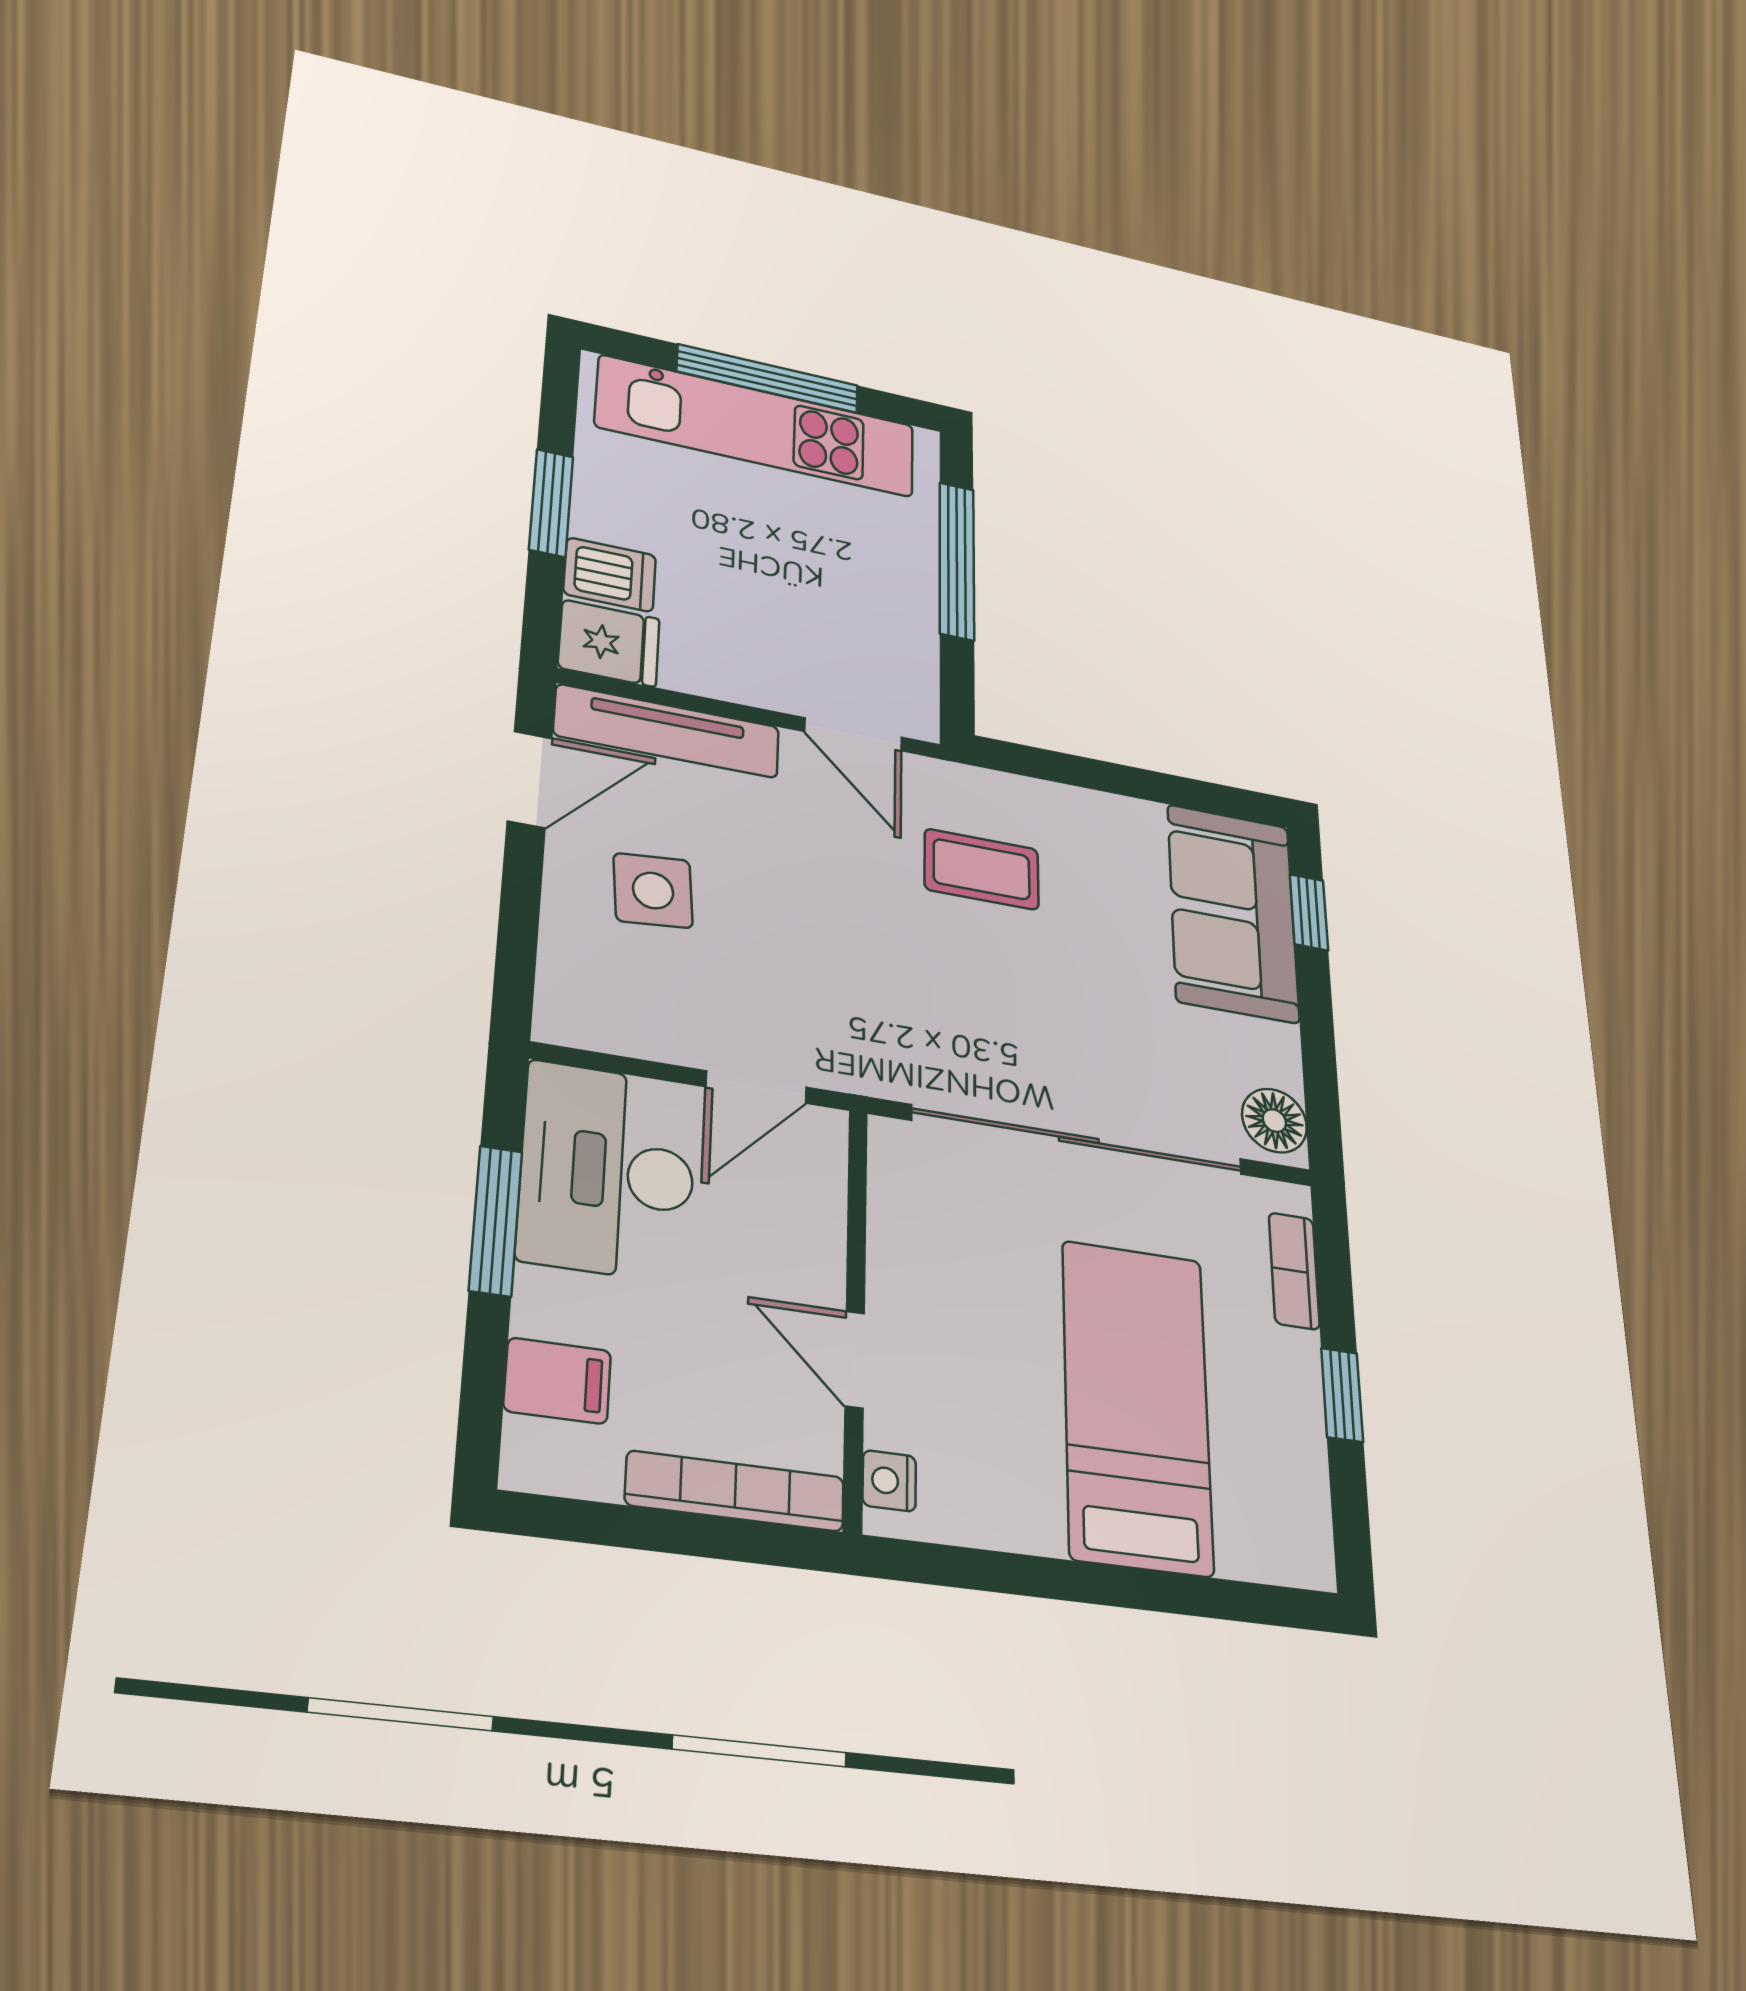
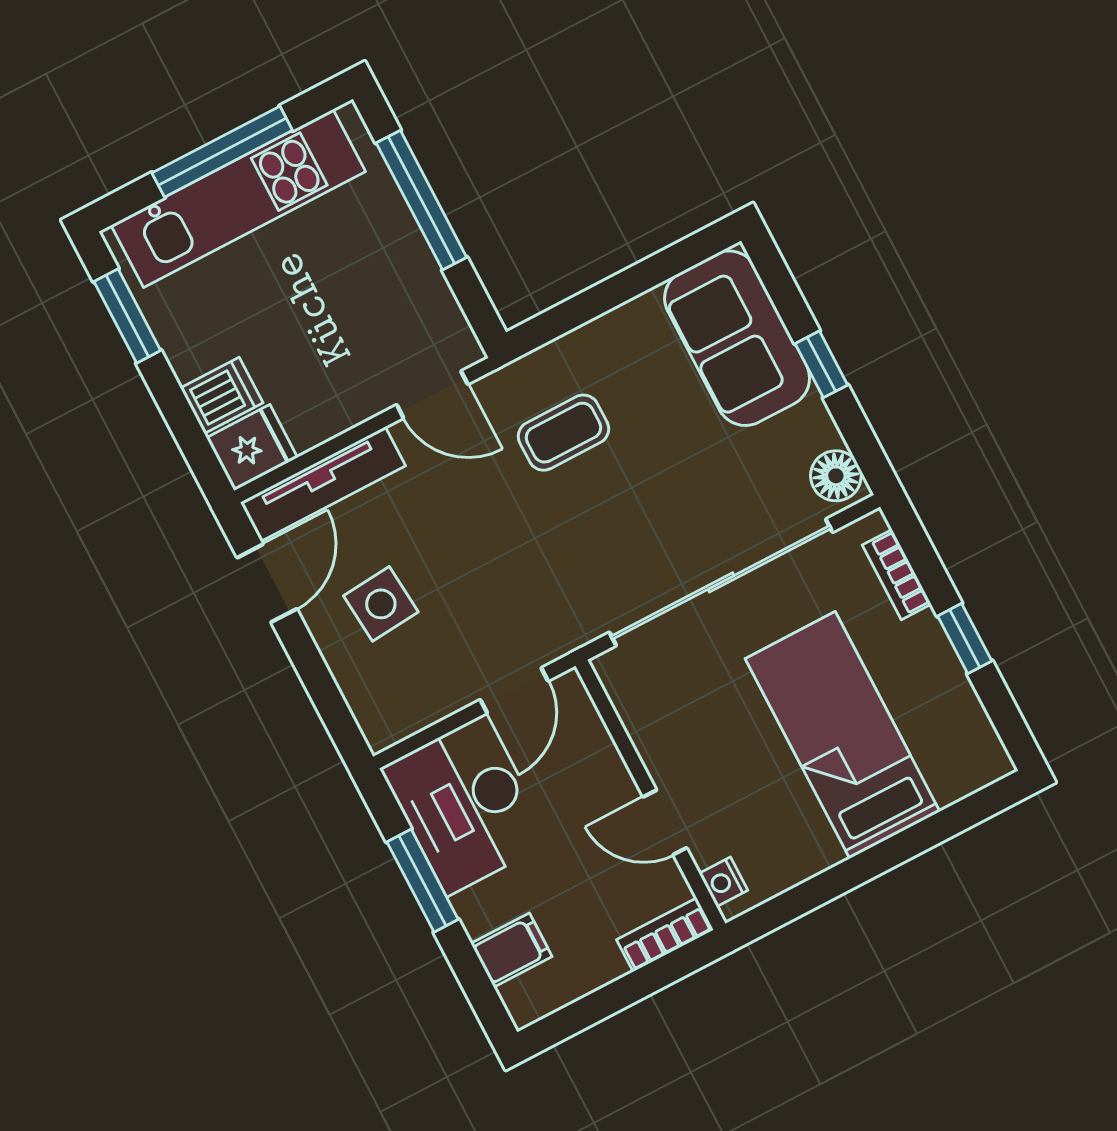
window: (551, 503) -> (127, 316), moved
window: (1309, 912) -> (821, 364), moved
bookcase: (735, 1491) -> (665, 935), width x0.64

